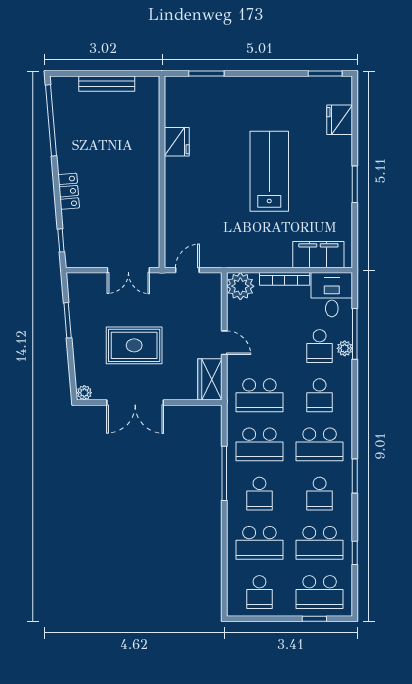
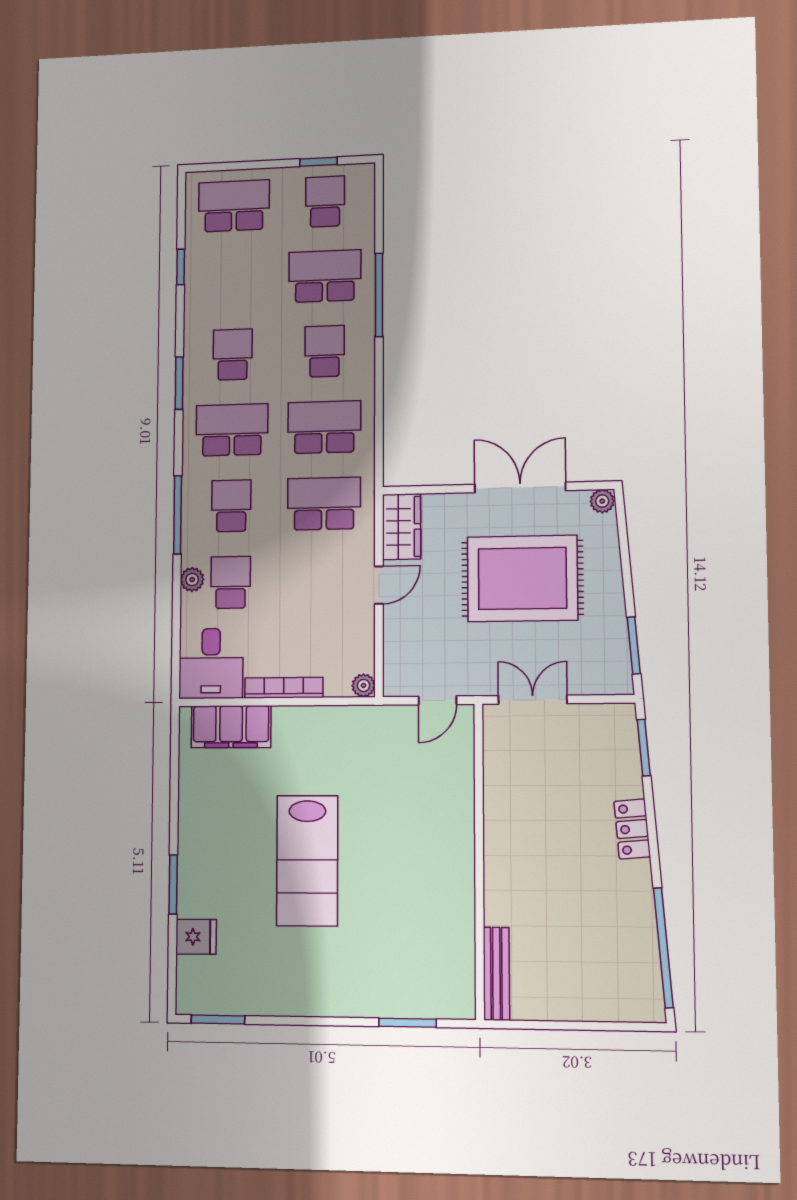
bench: (107, 84) -> (496, 974), moved, turned 90
fridge: (340, 120) -> (196, 937), width x0.72
fridge: (177, 142) -> (455, 910), removed
window: (355, 184) -> (173, 884), moved
window: (61, 240) -> (644, 748), width x1.50
plant: (240, 286) -> (364, 685), width x0.53, depth x0.53
window: (68, 320) -> (634, 645), moved
window: (355, 334) -> (178, 515), moved
door: (224, 343) -> (379, 585), swing flipped
rug: (134, 345) -> (522, 578), width x1.37, depth x1.44
window: (224, 473) -> (379, 295), moved
school desk: (320, 543) -> (233, 280), removed
window: (314, 619) -> (318, 162), moved

